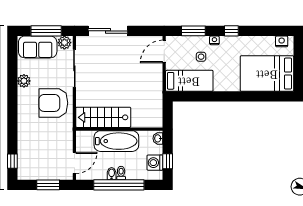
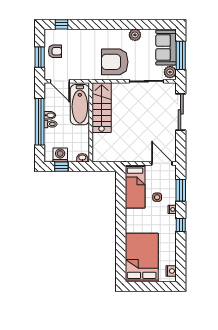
armchair: (53, 103) -> (115, 62), turned -90
bathtub: (116, 141) -> (80, 105), moved
armchair: (42, 168) -> (55, 51), added

